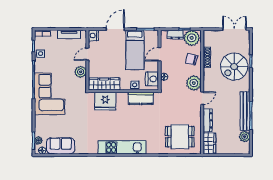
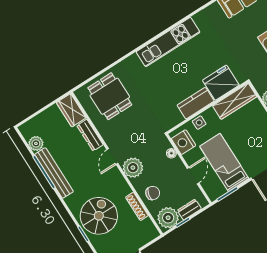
kitchen counter: (141, 98) -> (196, 103), moved
dining table: (180, 137) -> (110, 96), turned 90

